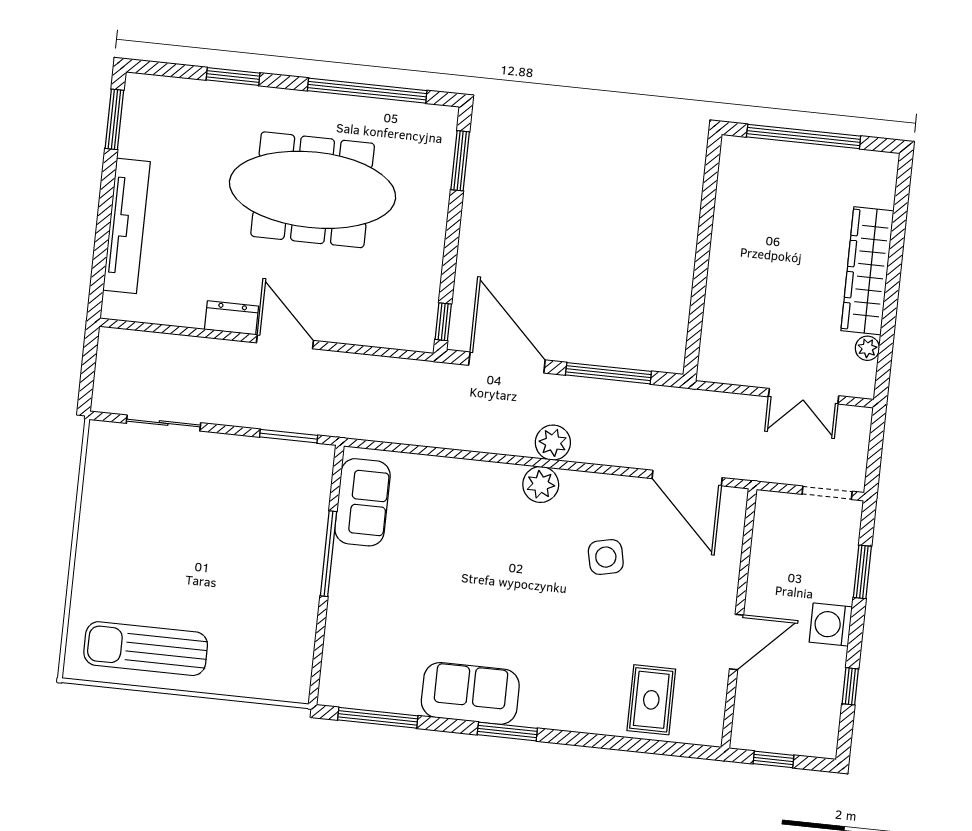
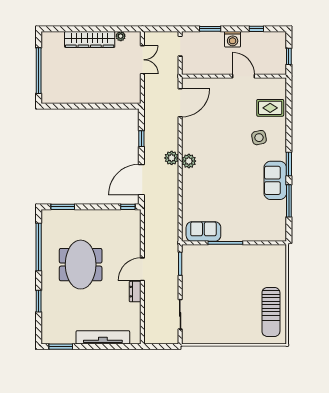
meeting table: (313, 190) -> (81, 265), width x0.73
window: (608, 373) -> (141, 139), width x0.46
side table: (606, 557) -> (259, 138), moved
window: (378, 718) -> (289, 201), moved

